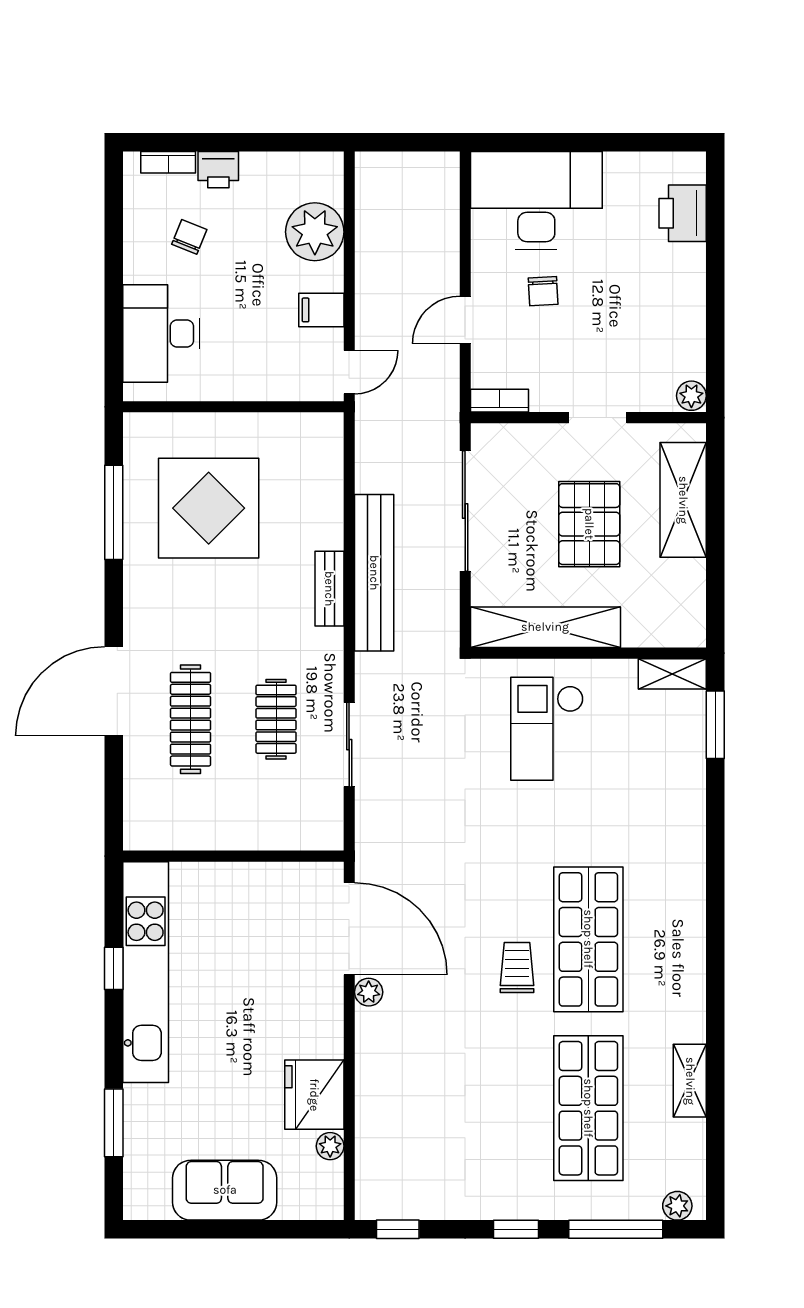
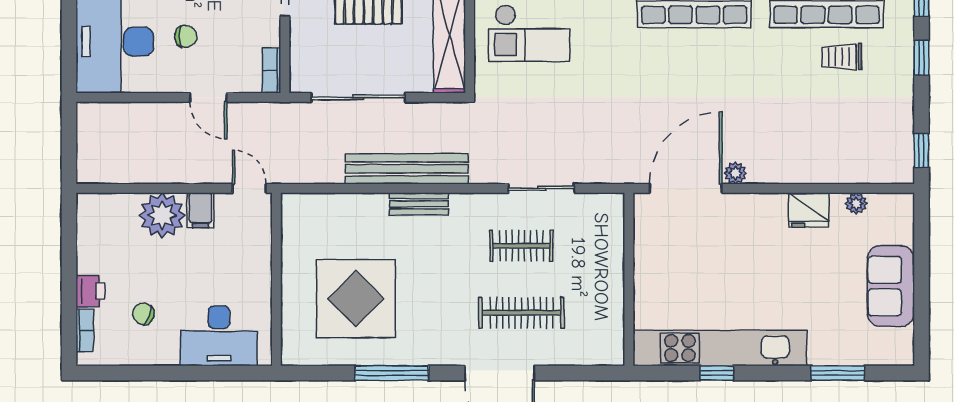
plant: (315, 232) -> (162, 215), moved
window: (114, 512) -> (392, 373), moved
trolley: (517, 967) -> (842, 57), moved
fridge: (314, 1095) -> (809, 210), width x0.73, depth x0.75

